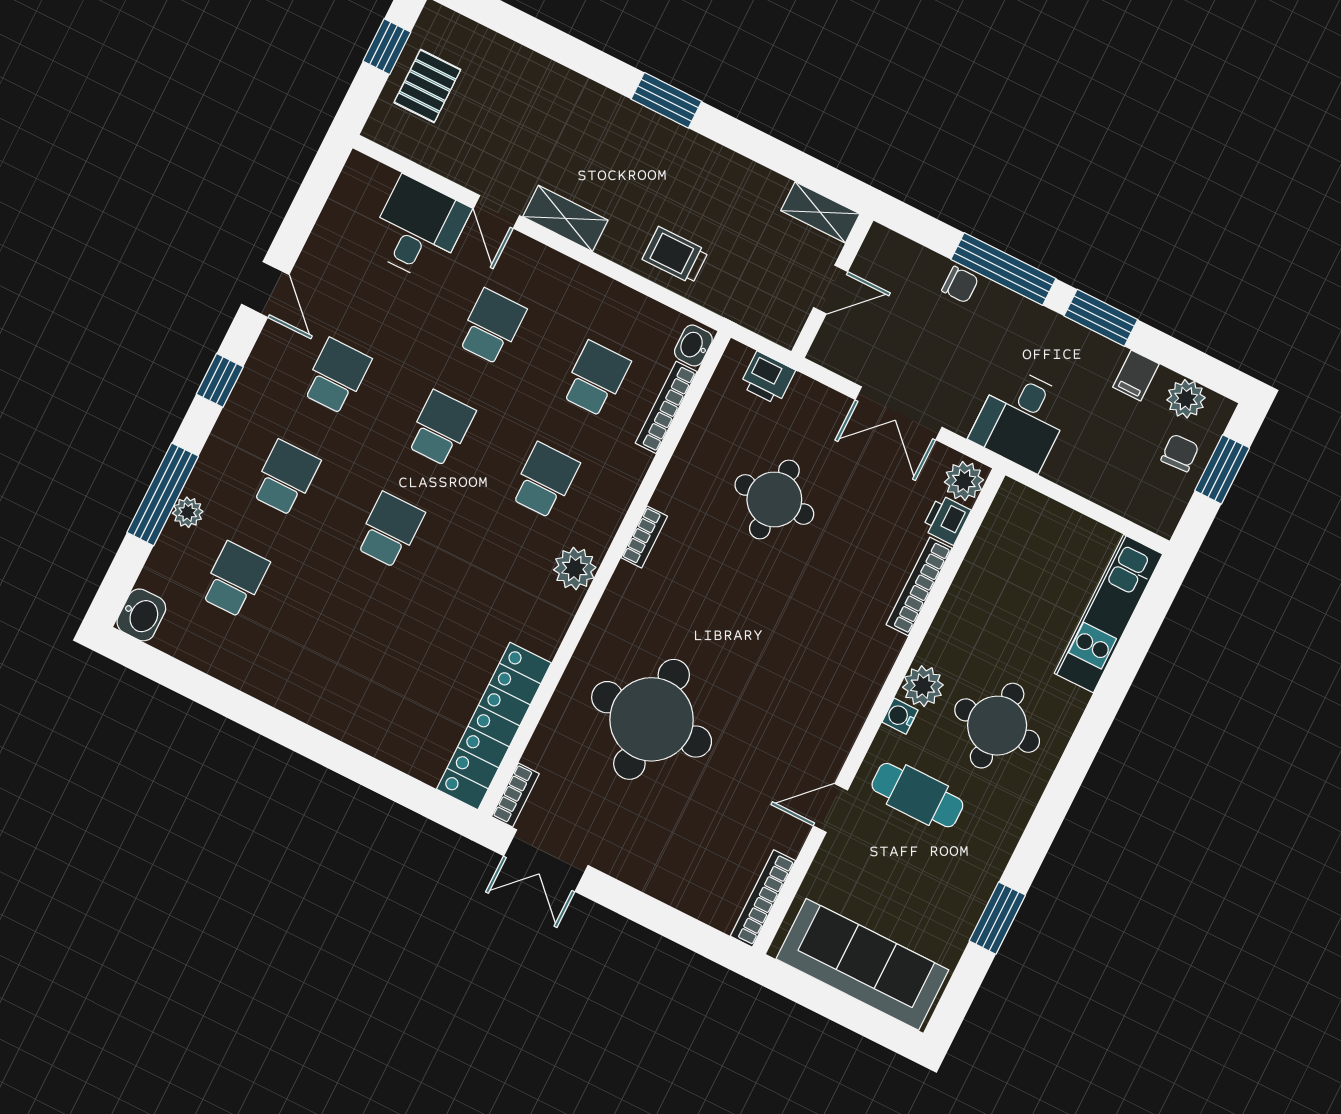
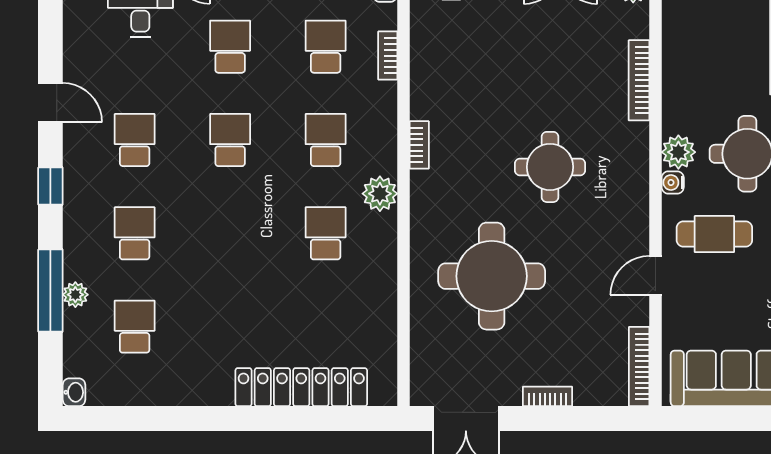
bookcase: (666, 407) -> (388, 56), width x0.64
round table: (774, 499) -> (550, 167), moved
printer: (946, 520) -> (635, 21), removed
school desk: (390, 530) -> (326, 233), moved
washbasin: (141, 615) -> (74, 392), width x0.72, depth x0.69
locker: (494, 726) -> (301, 387), moved, turned 90
bookcase: (515, 795) -> (548, 396), moved, turned -90

